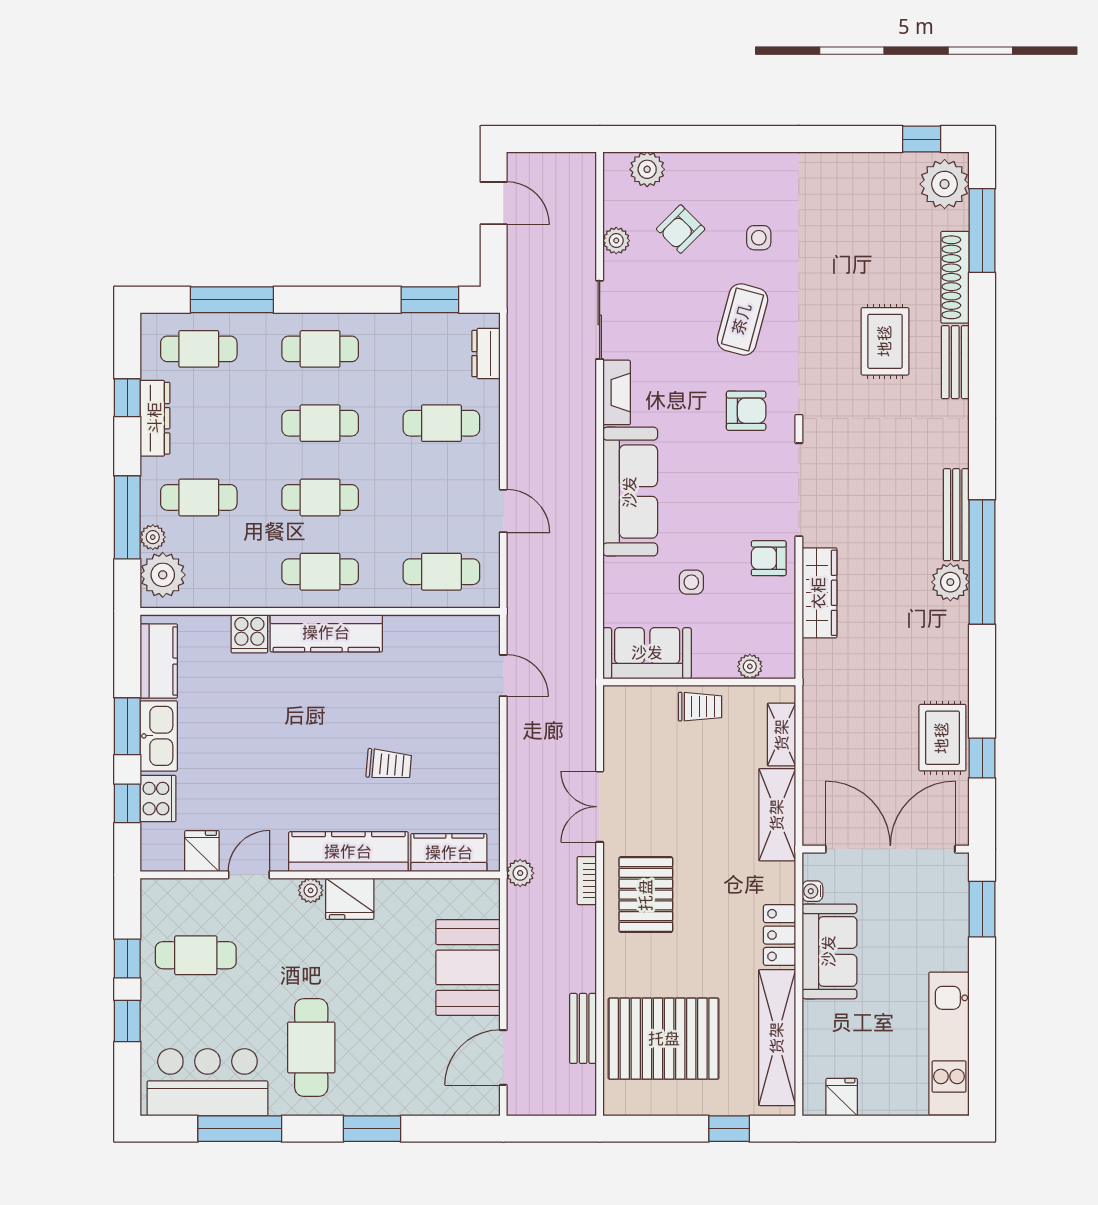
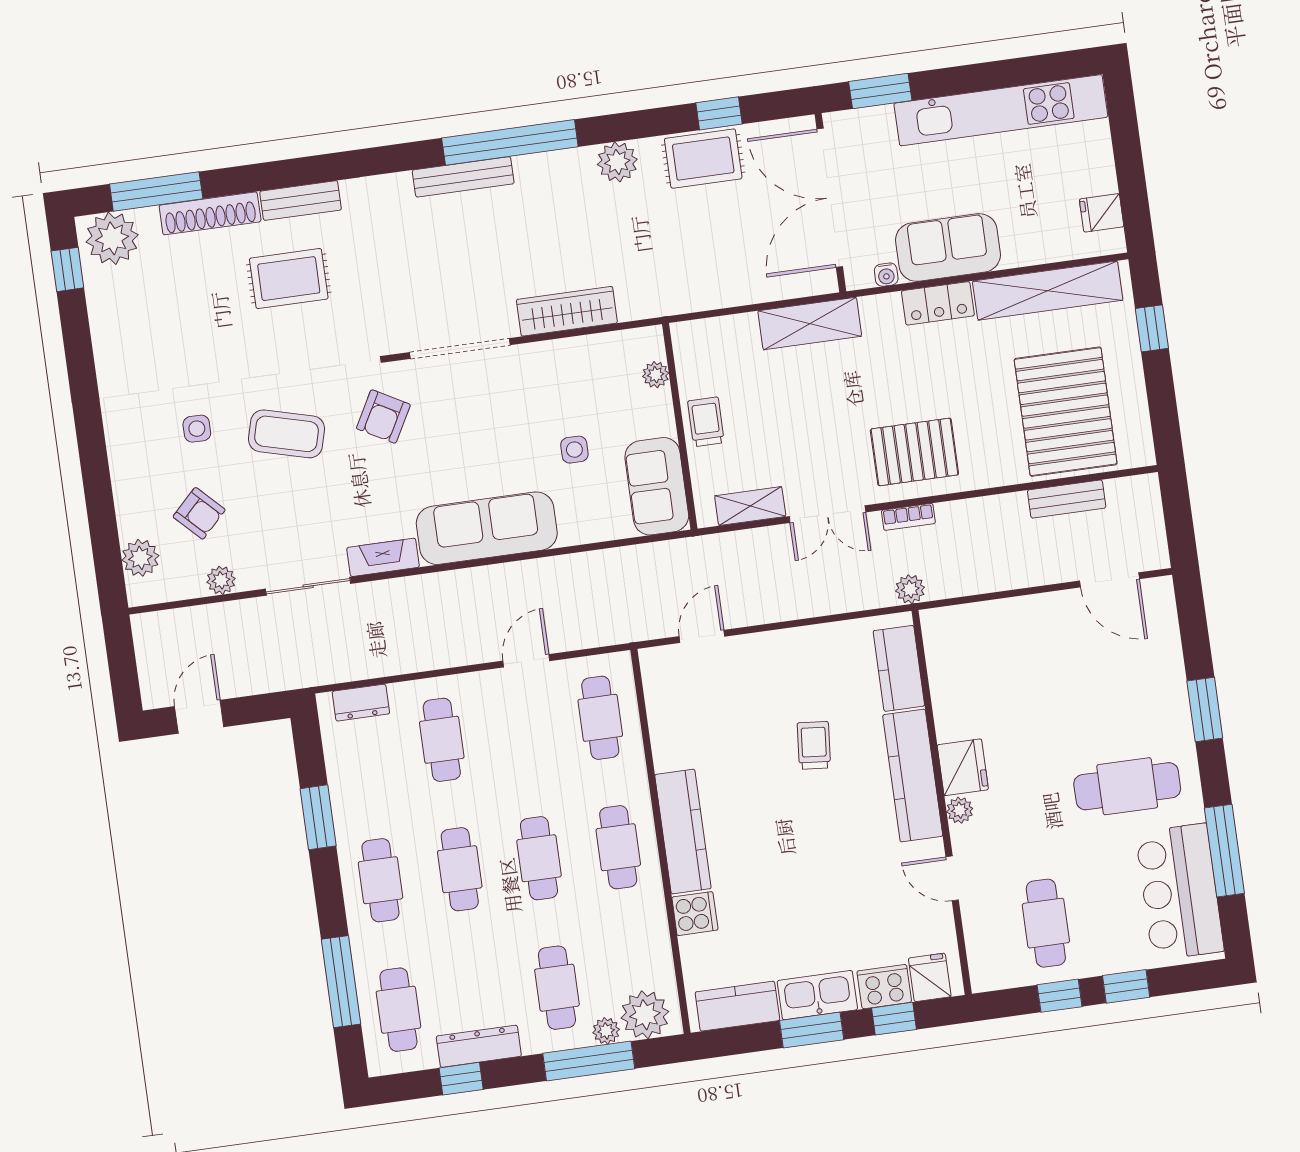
window: (430, 300) -> (318, 817), moved
armchair: (746, 411) -> (383, 417), turned -151
armchair: (769, 558) -> (537, 371), removed
plant: (950, 582) -> (617, 162), moved
shelving: (782, 735) -> (750, 506), moved
fridge: (202, 851) -> (930, 977), moved, turned 90
booth: (468, 967) -> (1019, 631), removed
kitchen unit: (949, 1044) -> (1001, 110), width x1.36

